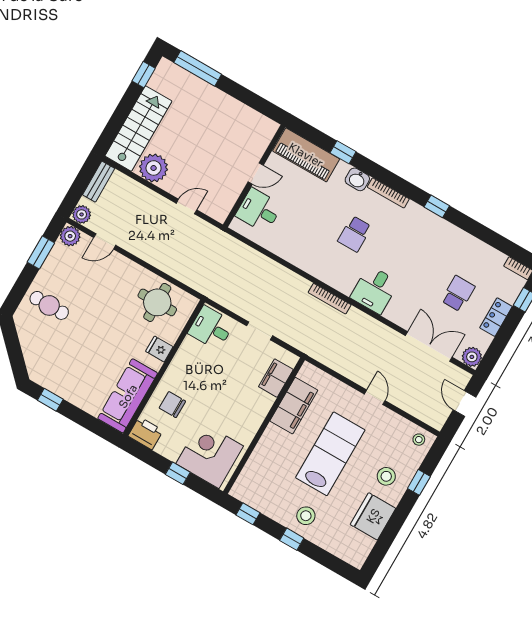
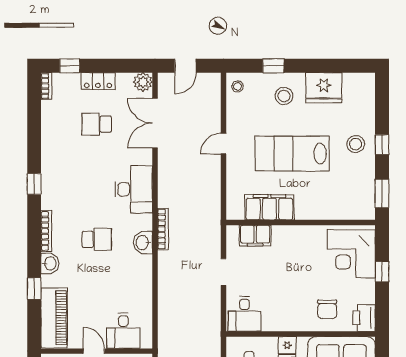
washbasin: (328, 274) -> (143, 243), added
desk: (375, 290) -> (134, 189), width x1.37
window: (248, 514) -> (382, 193), width x1.50

